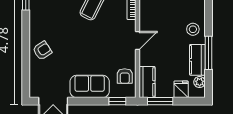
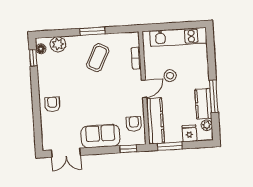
stool: (193, 29) -> (170, 76), moved
armchair: (42, 51) -> (52, 104), turned -57
armchair: (125, 76) -> (134, 124), turned 180
kitchen counter: (147, 82) -> (155, 121), width x1.50

